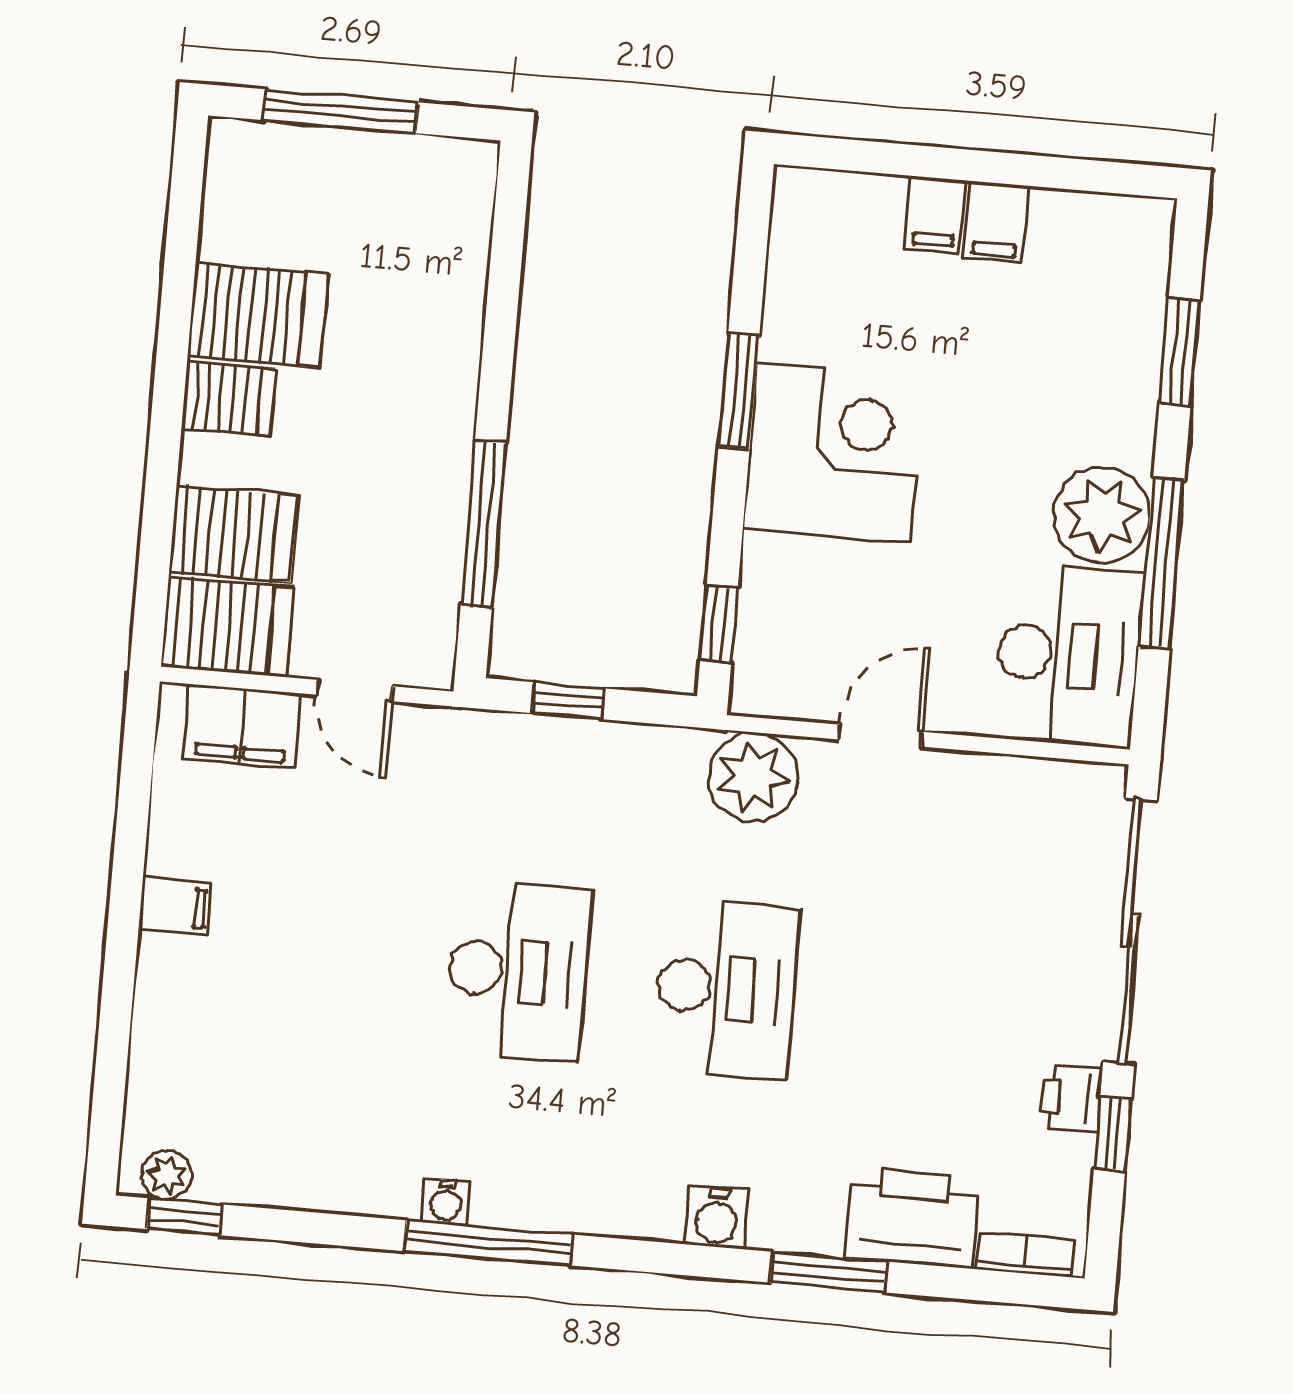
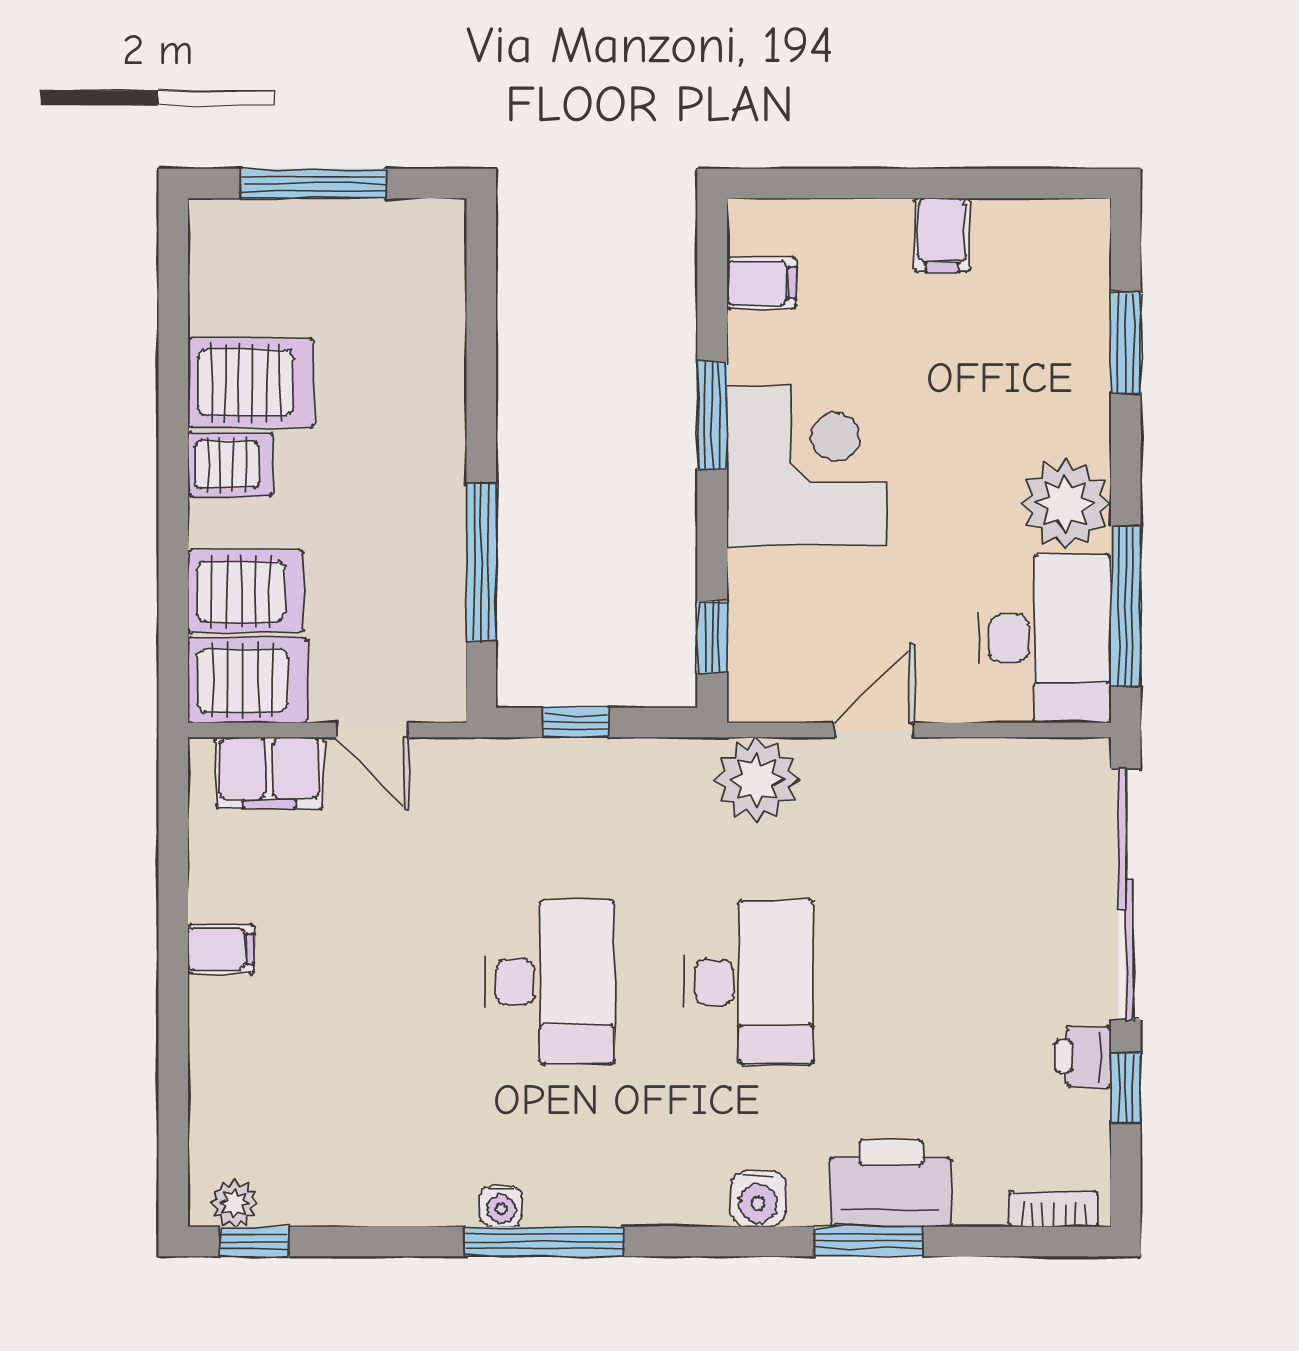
filing cabinet: (935, 215) -> (761, 283), moved, turned -90
window: (1162, 563) -> (1126, 606), moved
printer: (913, 1218) -> (891, 1183), moved

